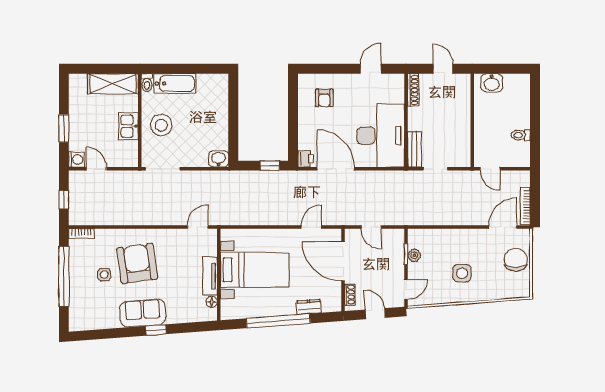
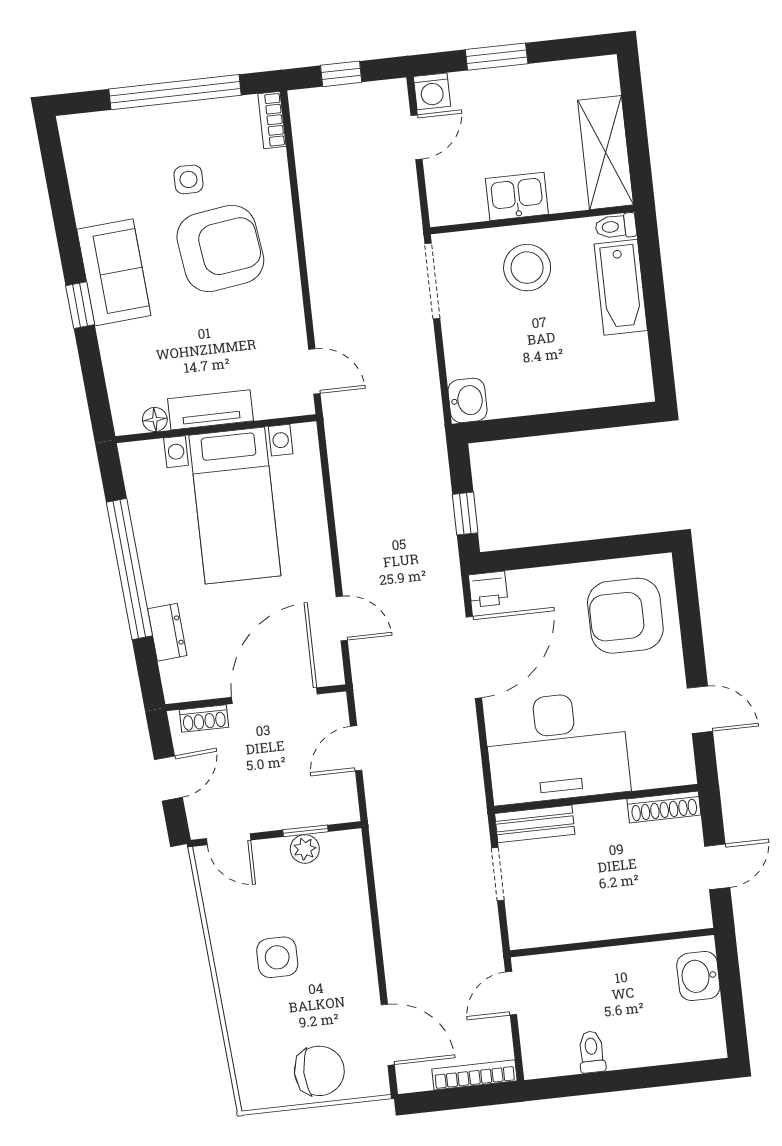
armchair: (324, 98) -> (625, 616), width x1.88, depth x1.88
bookcase: (525, 206) -> (474, 1075), moved

